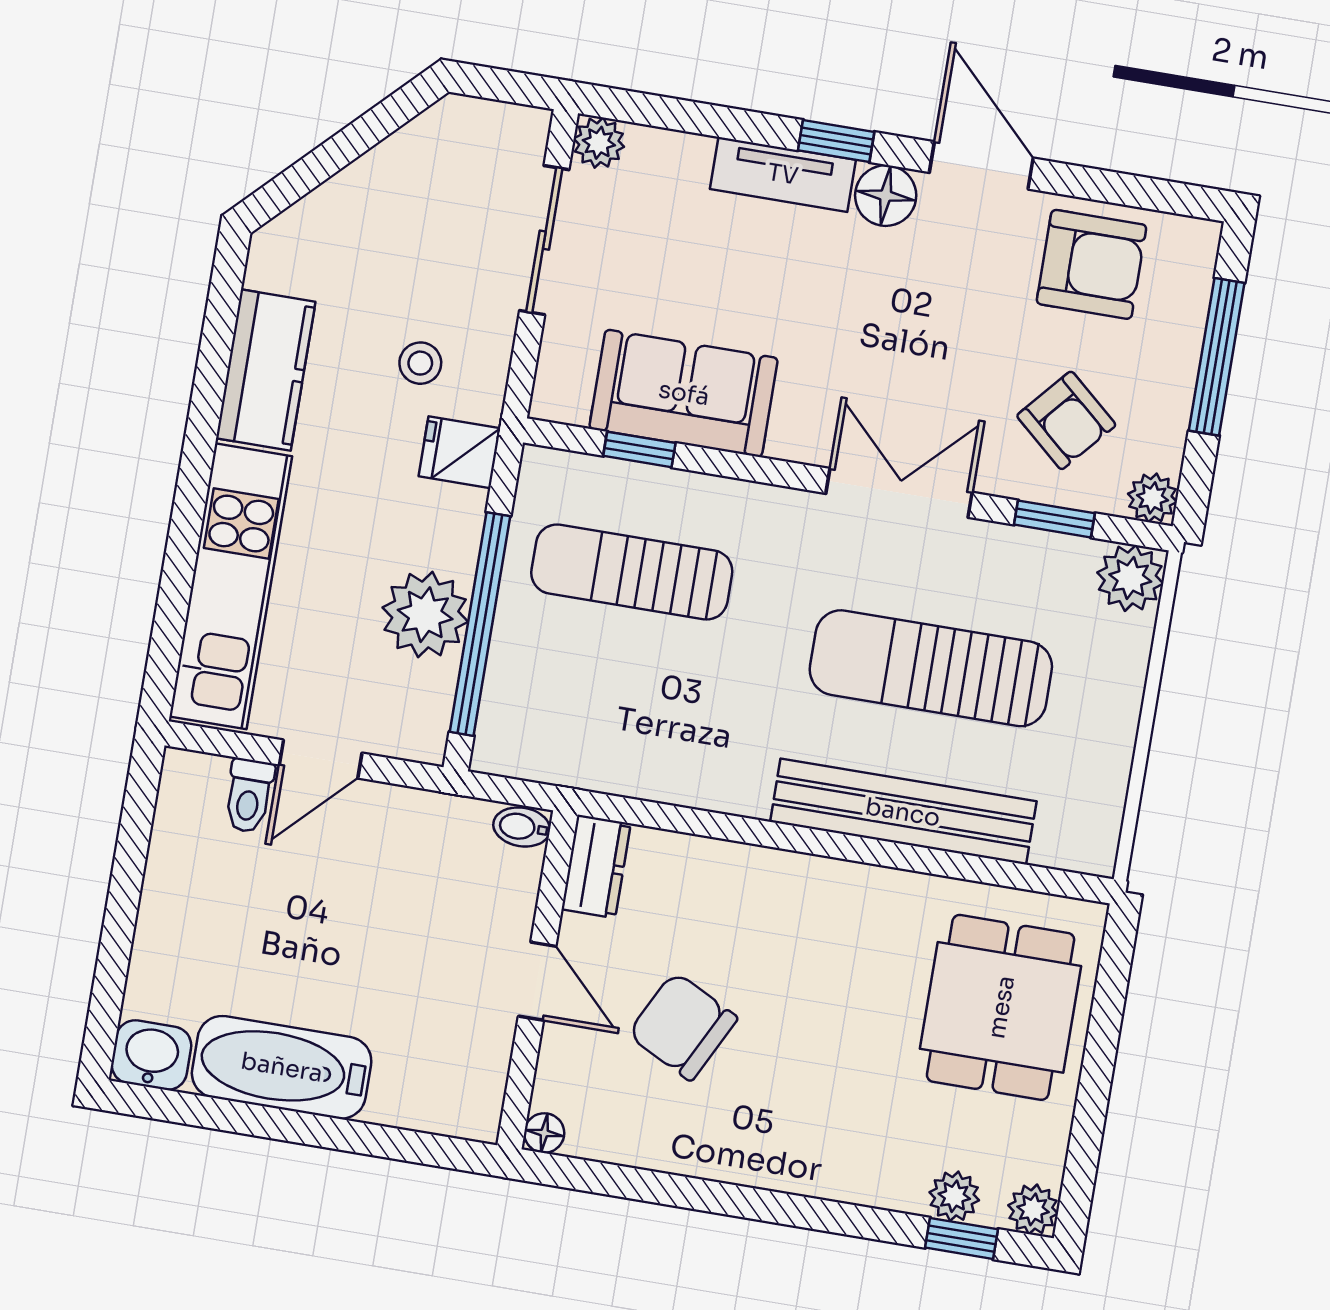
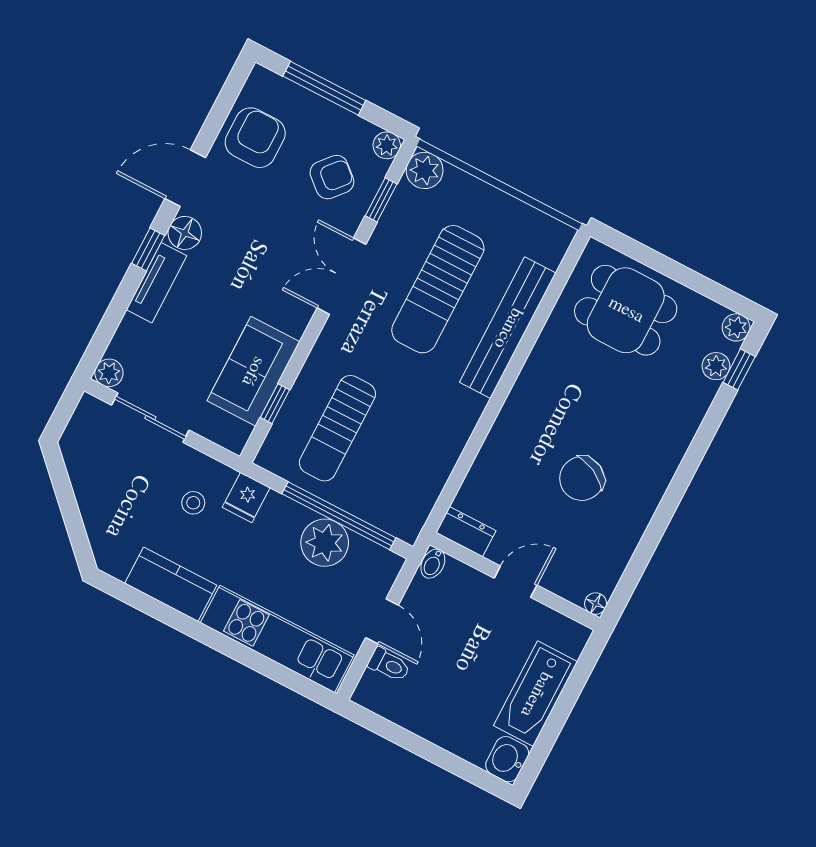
bidet: (522, 827) -> (433, 564), moved
dresser: (596, 866) -> (466, 532), moved
wall: (537, 980) -> (515, 581), moved
door: (537, 981) -> (516, 582), moved
floor lamp: (544, 1133) -> (596, 604), moved

